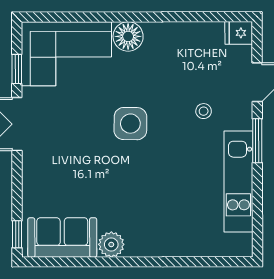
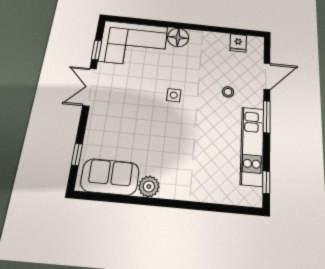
fridge: (239, 33) -> (238, 43), moved, turned -90
side table: (130, 124) -> (174, 95), width x0.54, depth x0.54
window: (257, 226) -> (266, 182), added
window: (17, 234) -> (77, 154), moved

